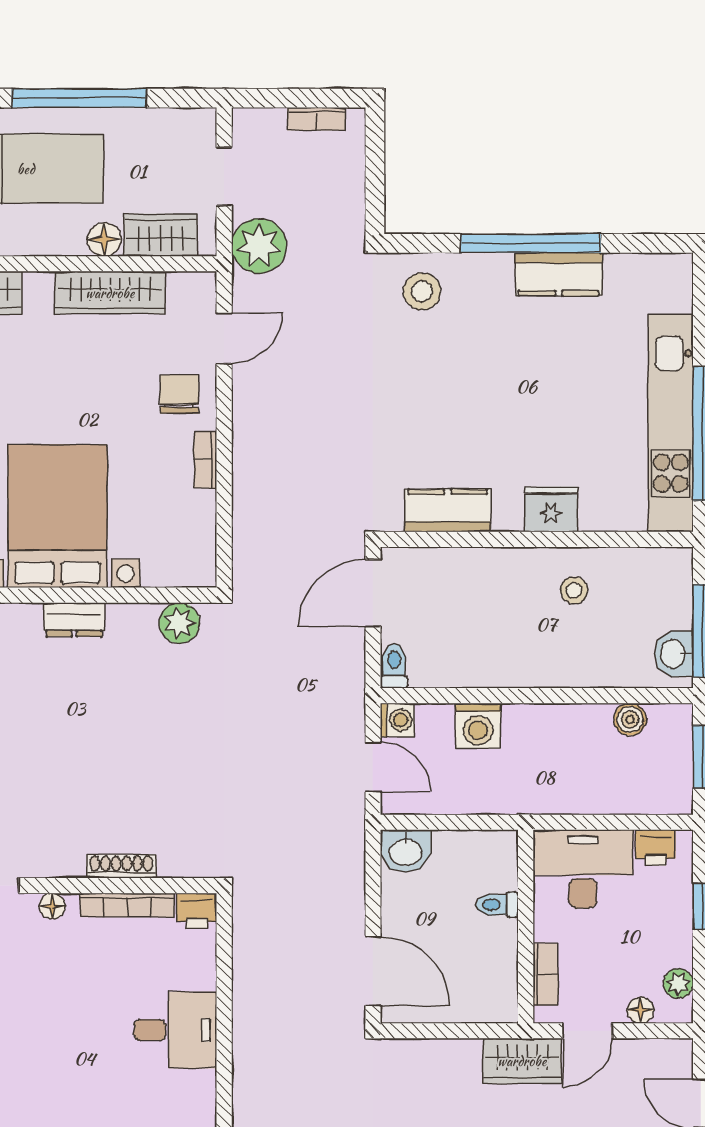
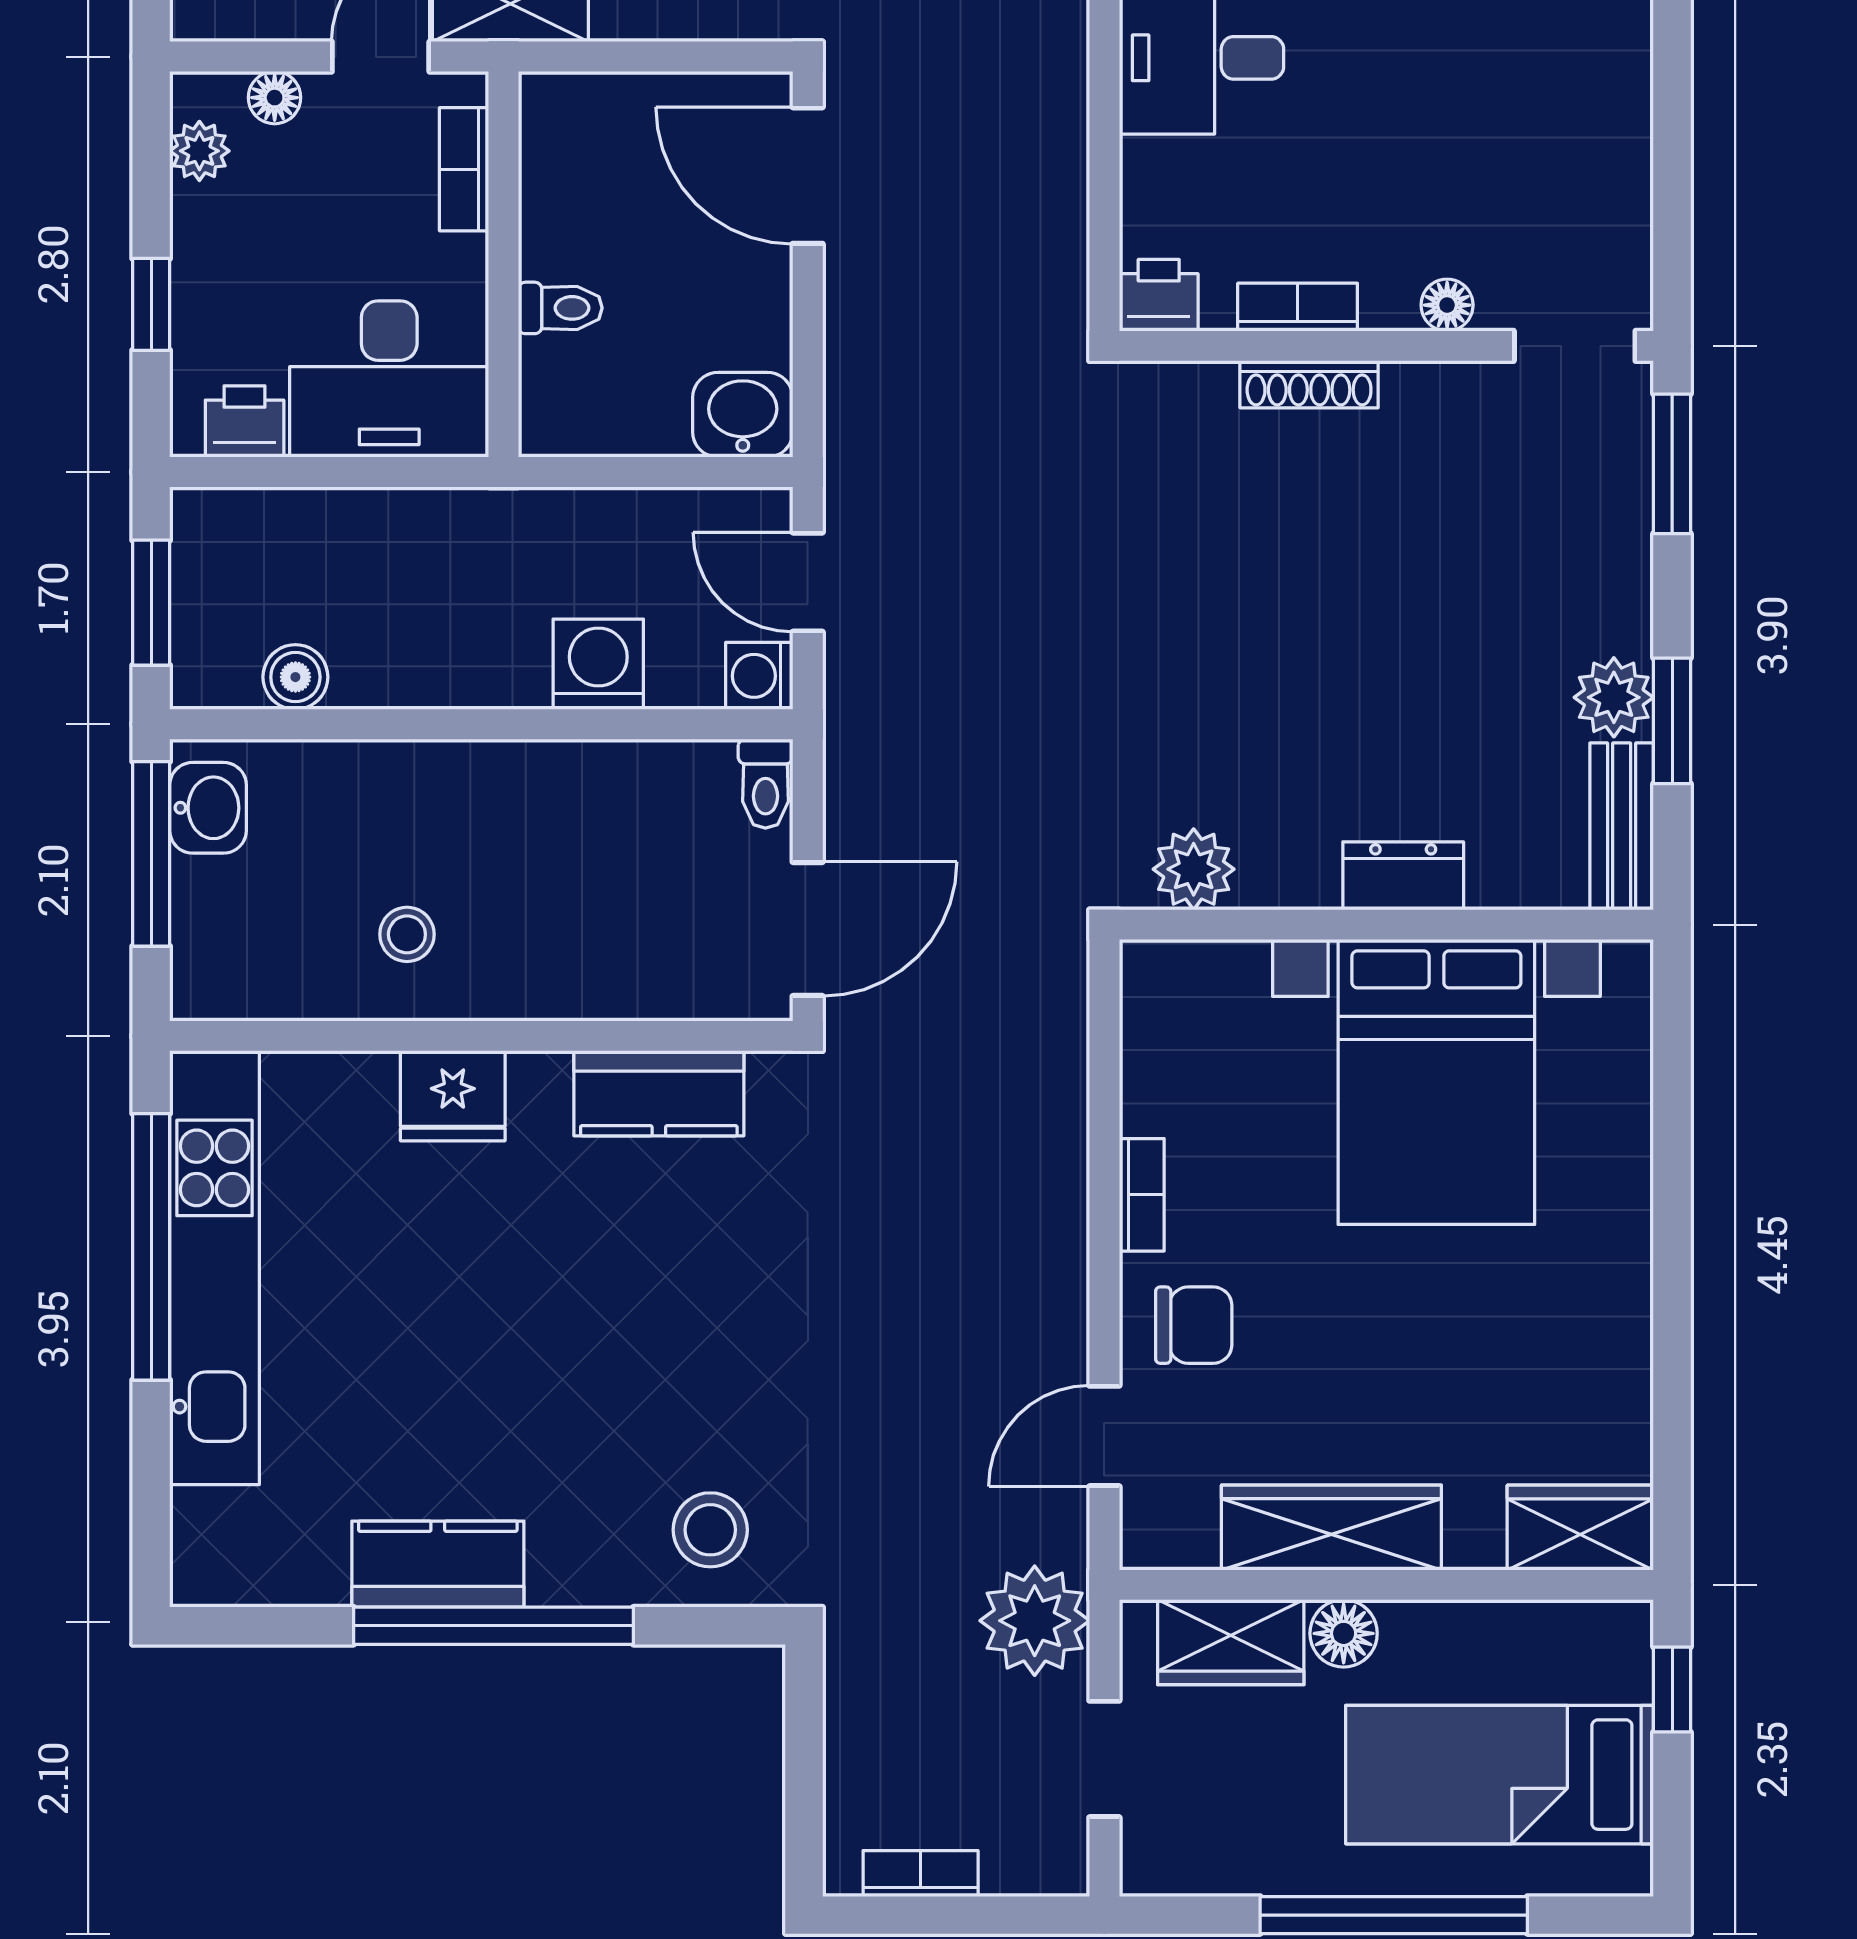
chair: (179, 394) -> (1194, 1325), turned -90
bookcase: (127, 905) -> (1298, 307), width x0.64

